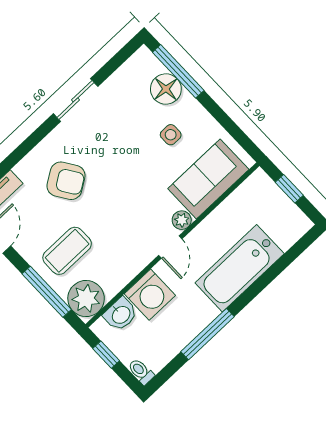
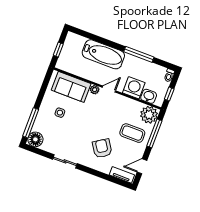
floor lamp: (166, 89) -> (35, 139), moved

